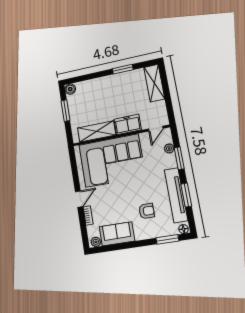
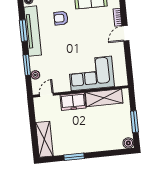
corner sofa: (112, 161) -> (91, 73), width x0.73, depth x0.74

